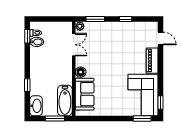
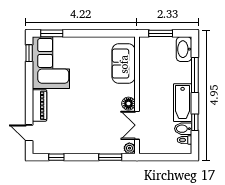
window: (126, 19) -> (56, 157), moved
window: (27, 36) -> (195, 122), moved
floor lamp: (81, 72) -> (128, 104), moved
window: (27, 85) -> (195, 75), width x2.17
bathtub: (65, 100) -> (183, 103), moved, turned 180

